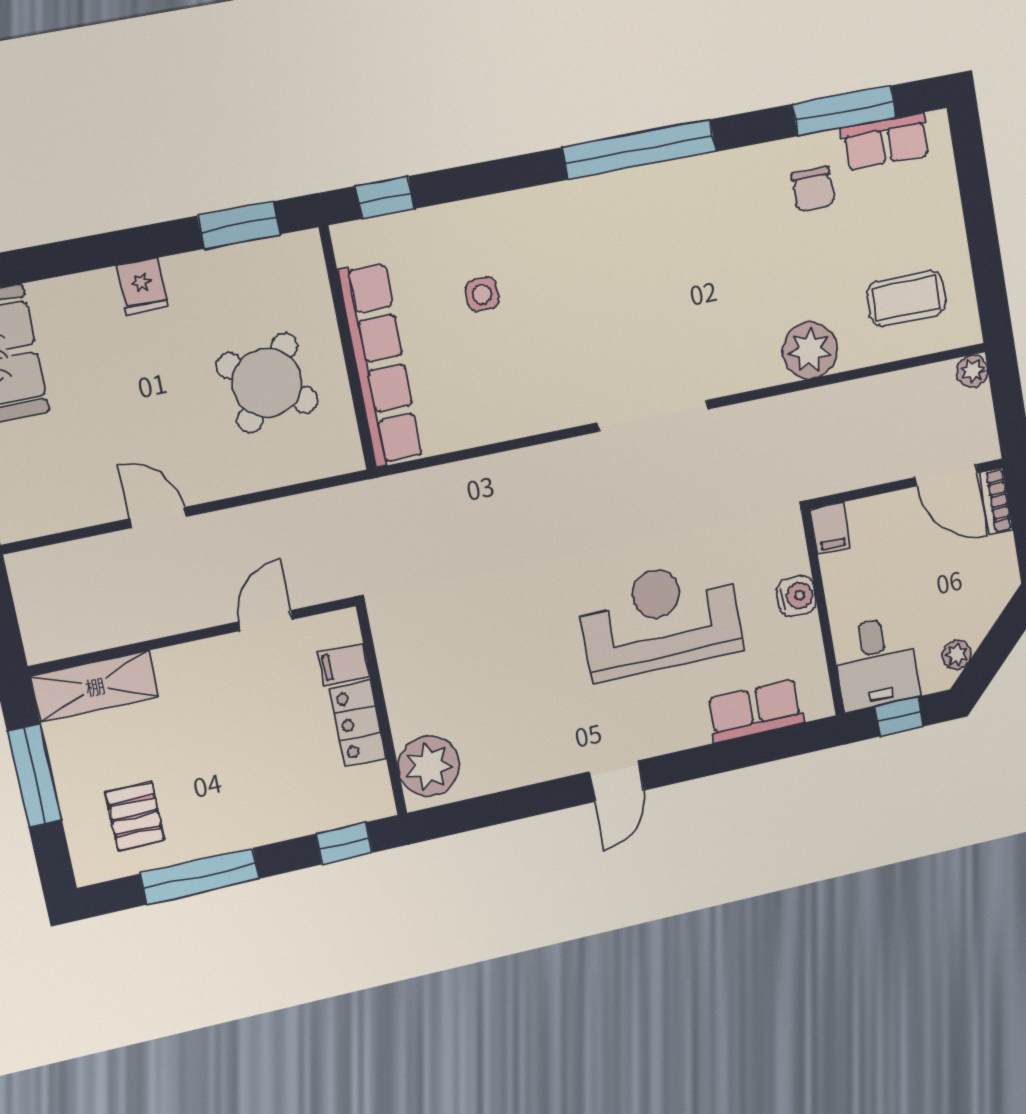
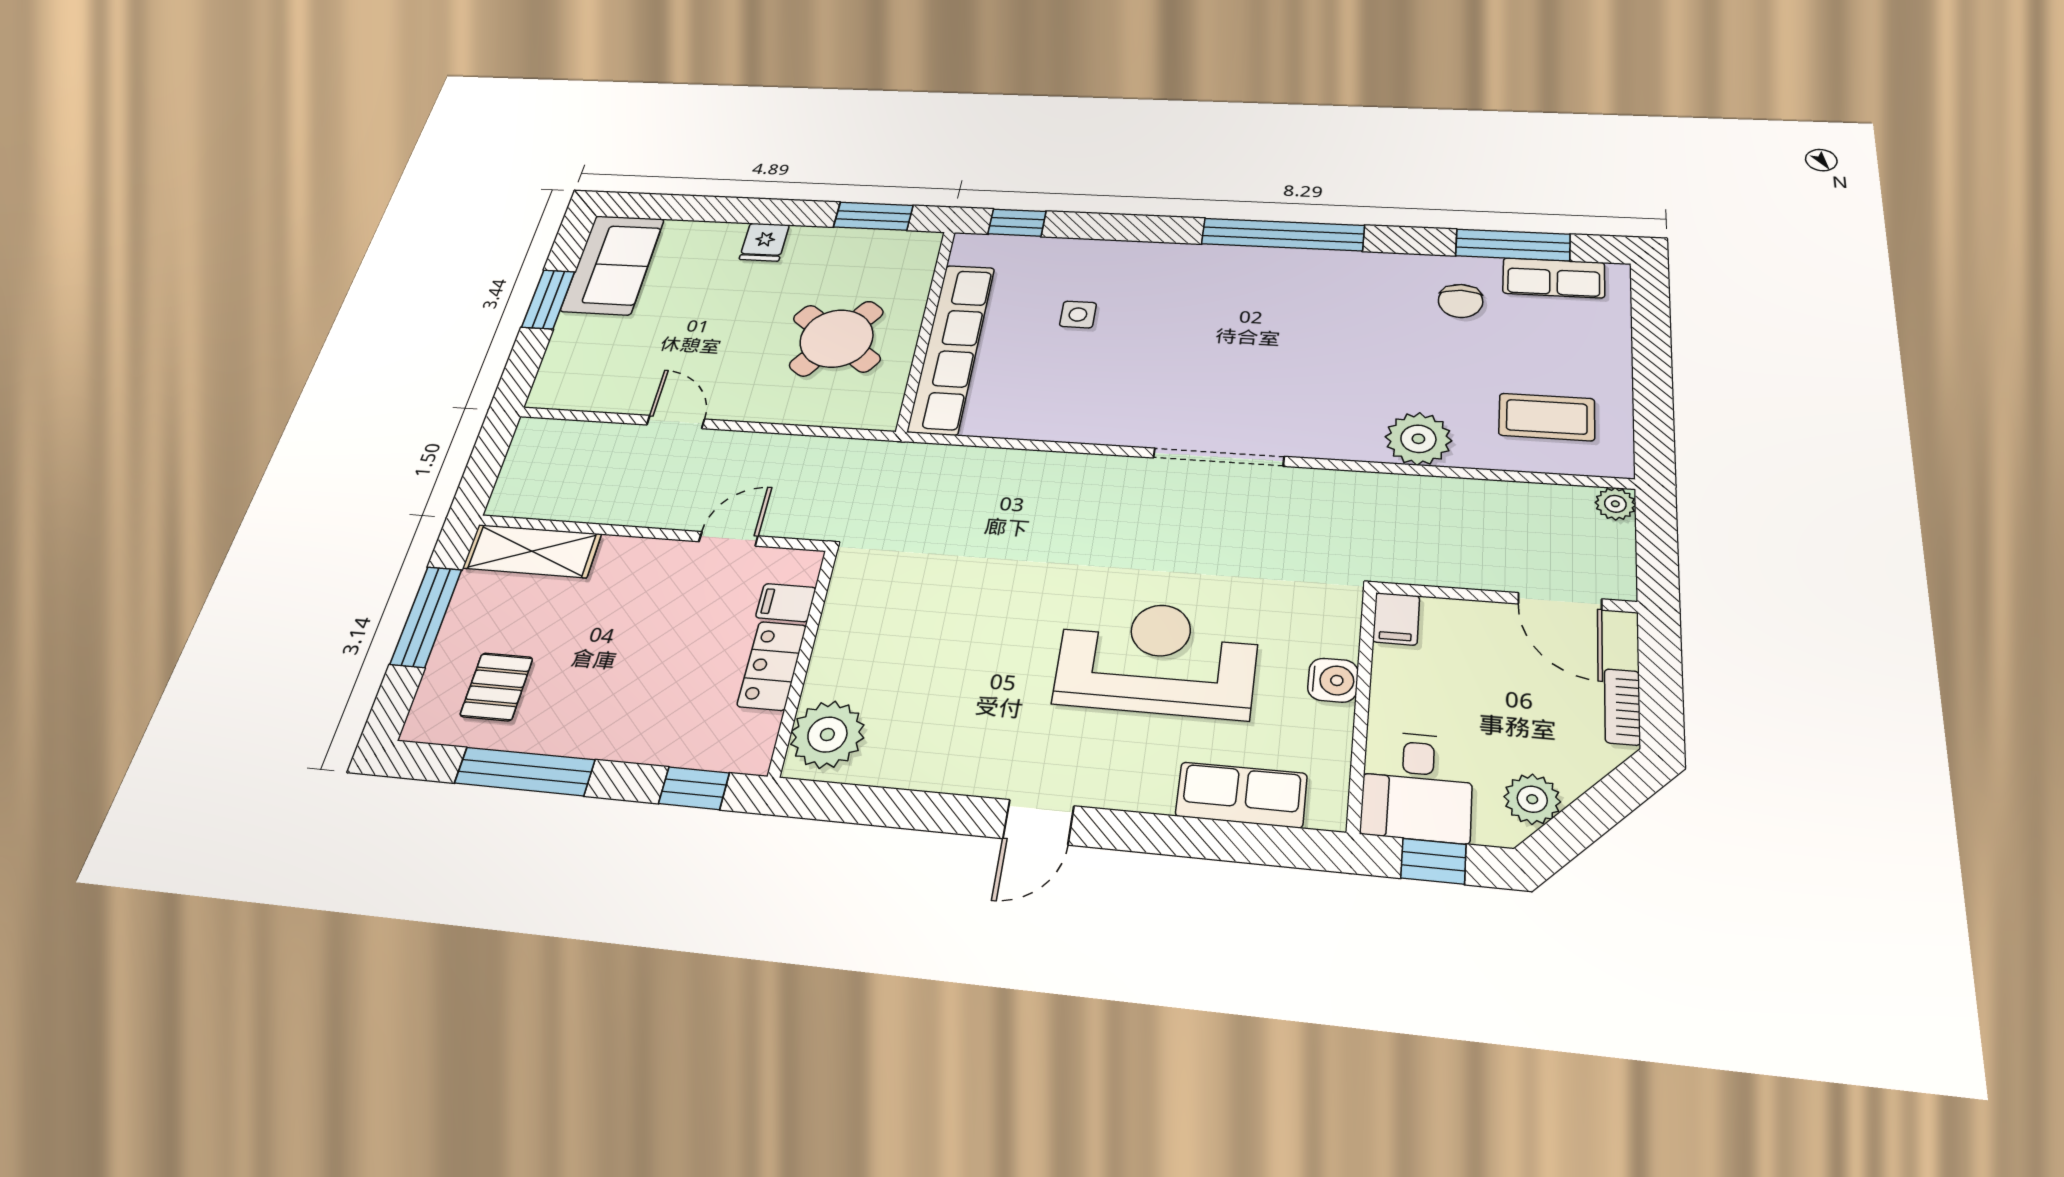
bookcase: (996, 501) -> (1622, 707), moved
plant: (957, 655) -> (1532, 799), width x1.38, depth x1.38

